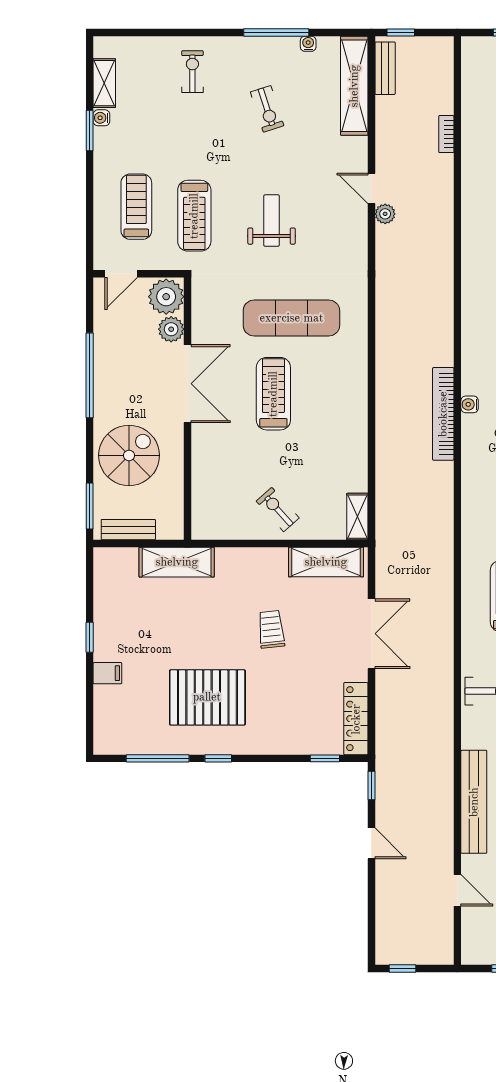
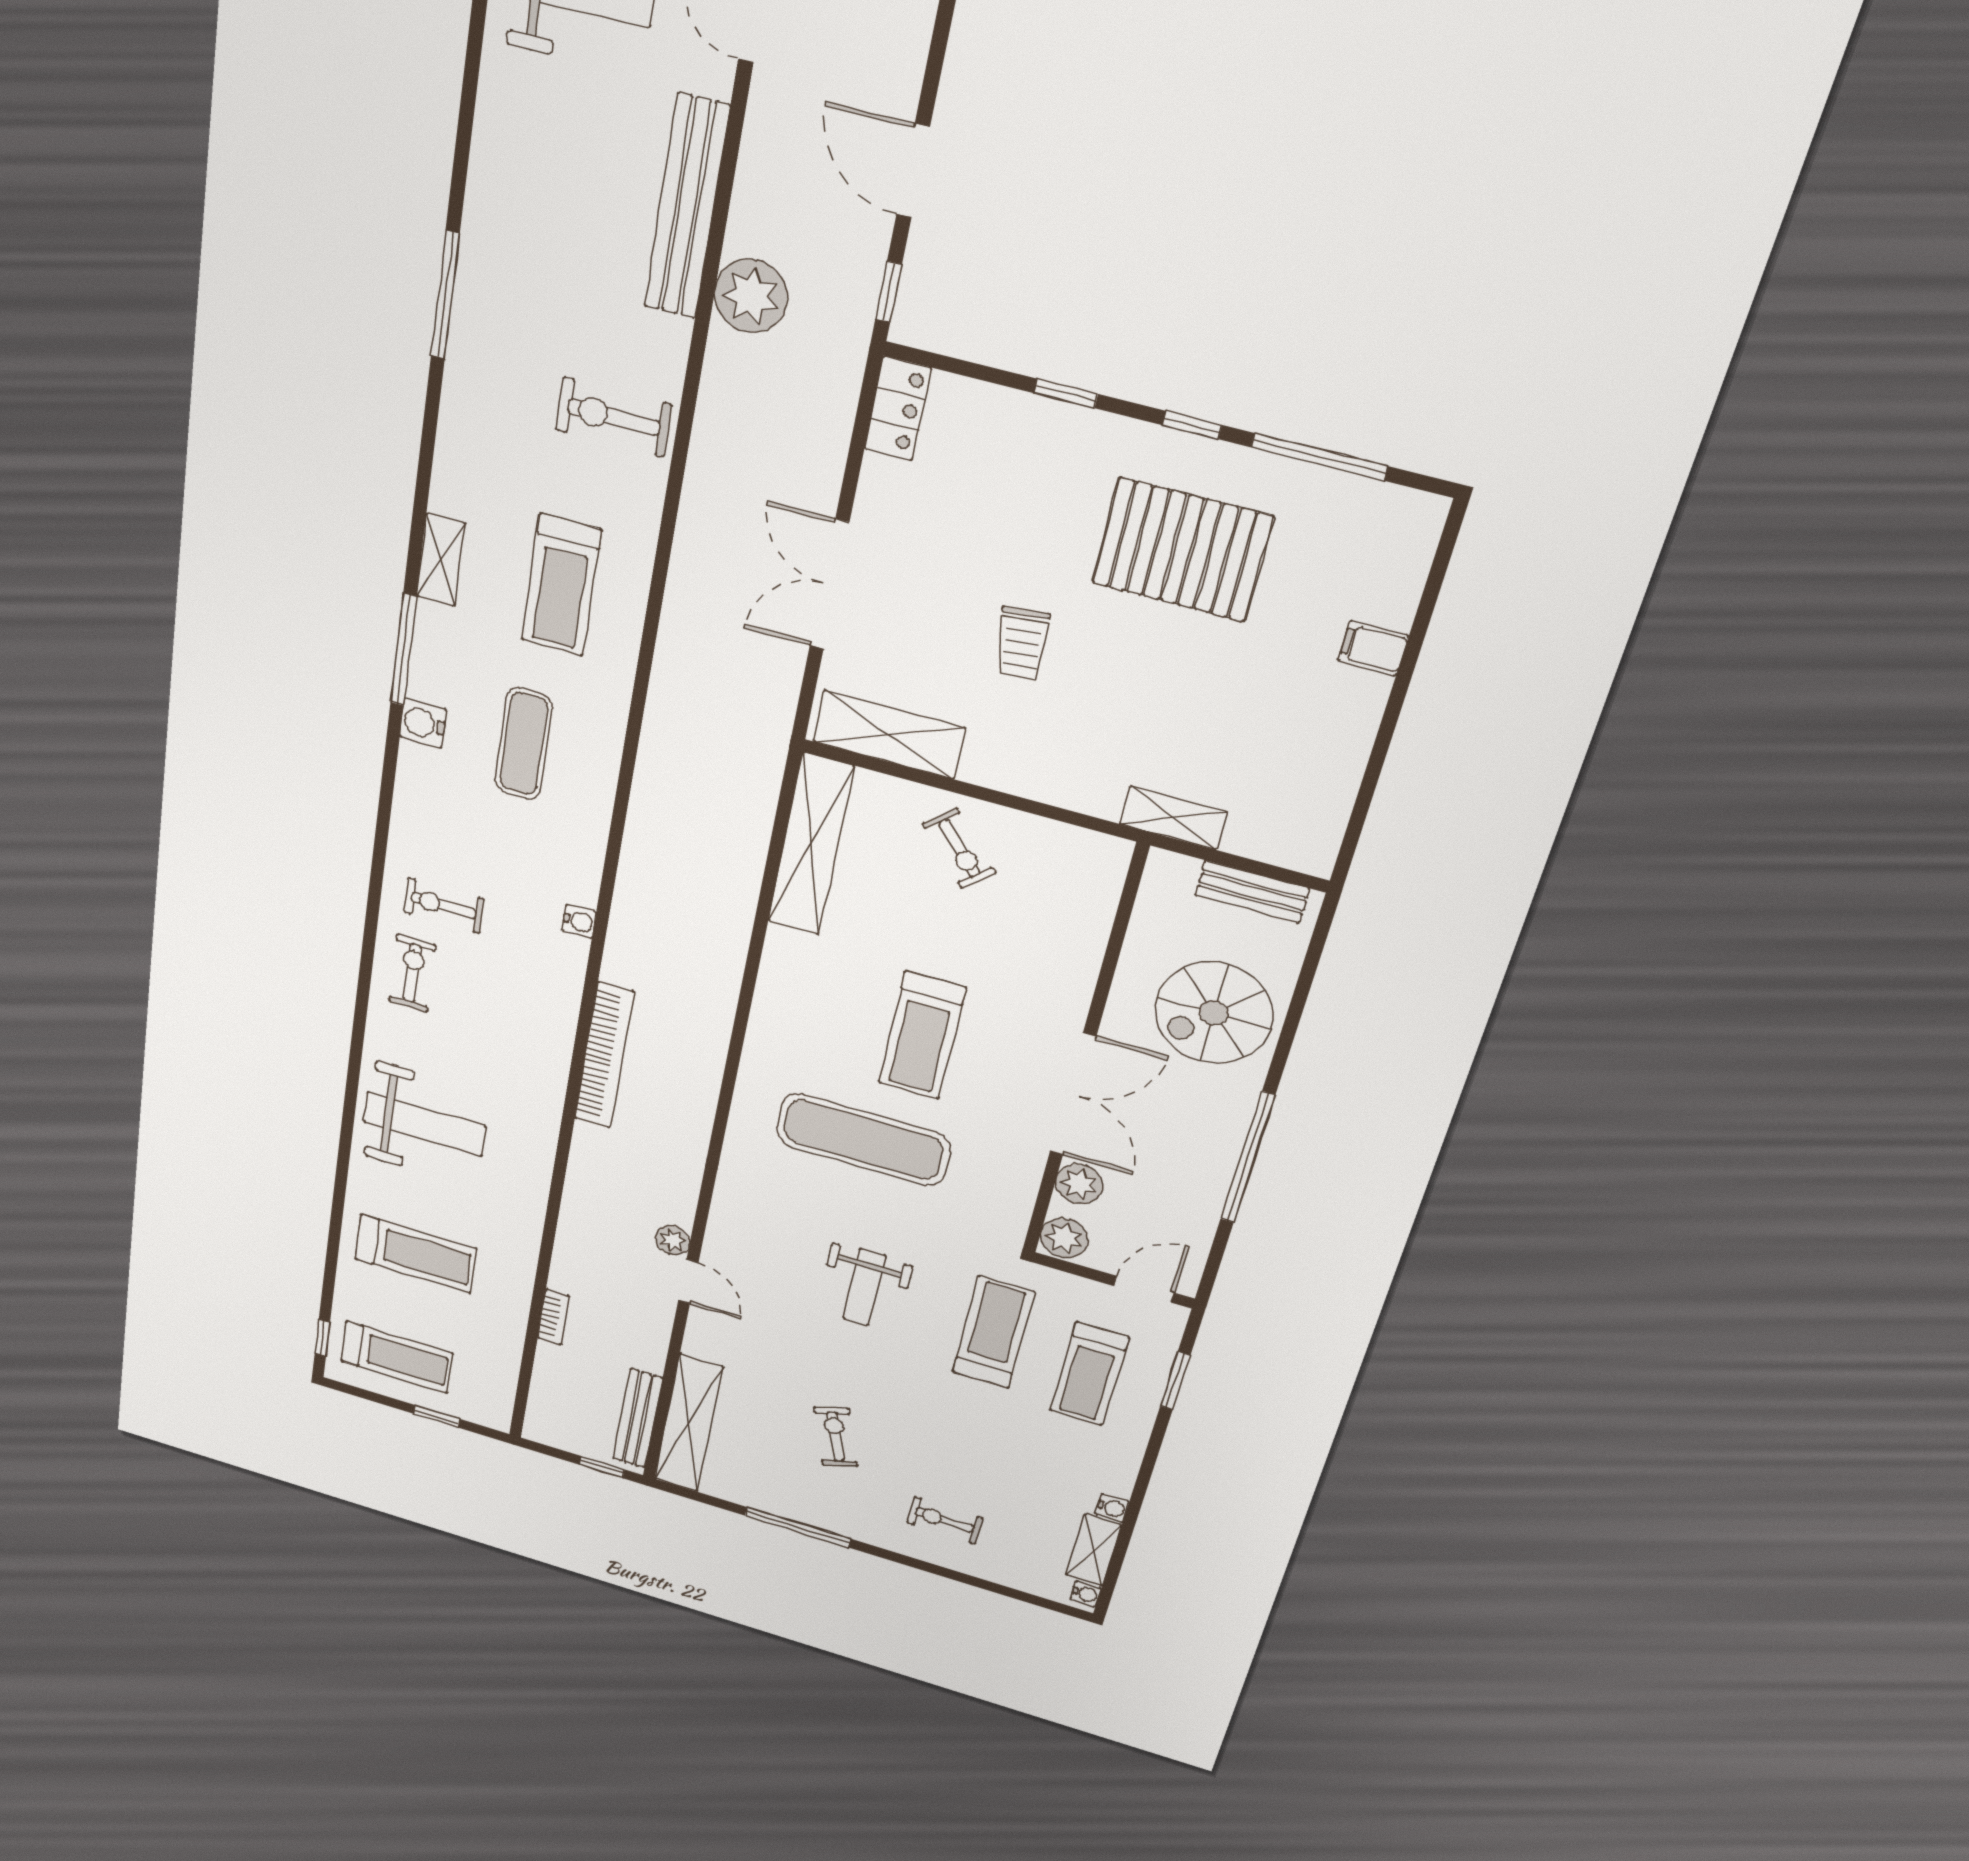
water cooler: (308, 44) -> (1086, 1594), moved, turned -90
bench: (385, 68) -> (638, 1419), width x1.36
exercise bike: (192, 72) -> (945, 1520), turned 91
window: (90, 130) -> (1175, 1381), moved
plant: (166, 297) -> (1064, 1238), width x0.73, depth x0.73
double door: (188, 384) -> (1073, 1094), swing flipped
bookcase: (443, 414) -> (604, 1055), moved
window: (90, 506) -> (1315, 951), removed
shelving: (357, 517) -> (811, 844), width x2.20, depth x1.33
shelving: (177, 562) -> (1173, 818), width x0.67, depth x0.75
window: (90, 637) -> (1389, 724), removed
locker: (356, 719) -> (898, 408), width x0.66
window: (325, 758) -> (1066, 394), moved
plant: (436, 768) -> (751, 296), added
door: (371, 843) -> (913, 171), width x1.38

